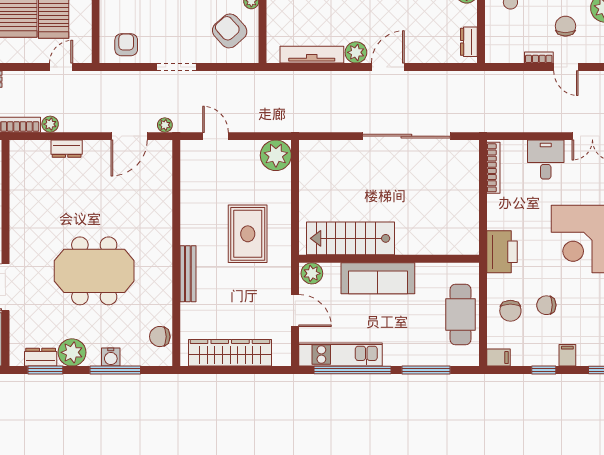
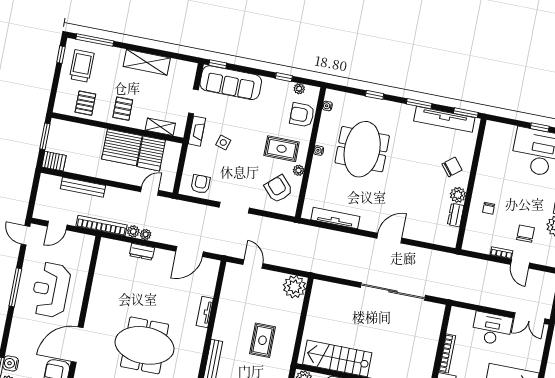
dresser: (469, 42) -> (456, 215), moved
plant: (356, 52) -> (368, 223), removed
plant: (165, 125) -> (146, 234), moved
desk: (546, 160) -> (492, 329), width x1.37
bookcase: (493, 168) -> (447, 353), moved
tv unit: (165, 212) -> (205, 312), added
rug: (248, 234) -> (263, 340), width x0.73, depth x0.70

